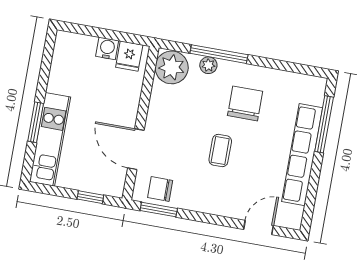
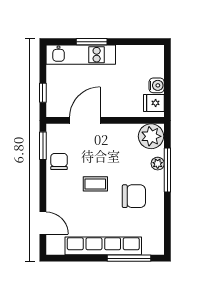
chair: (160, 189) -> (59, 161), moved

